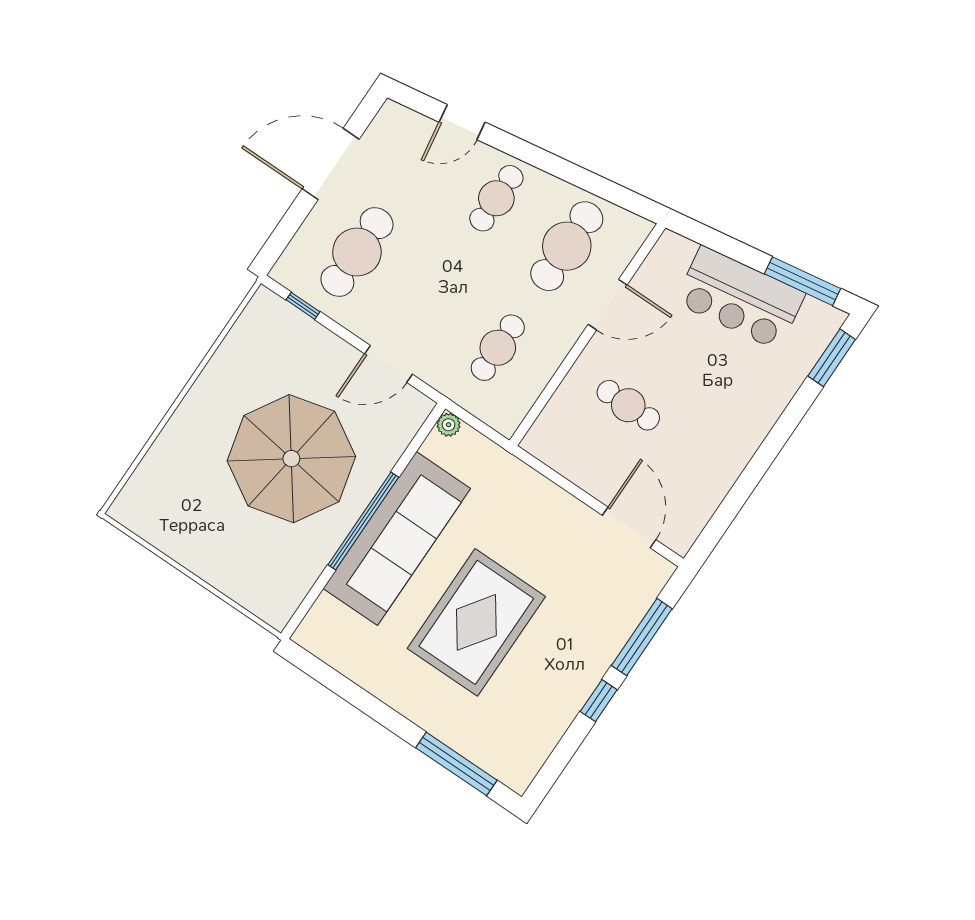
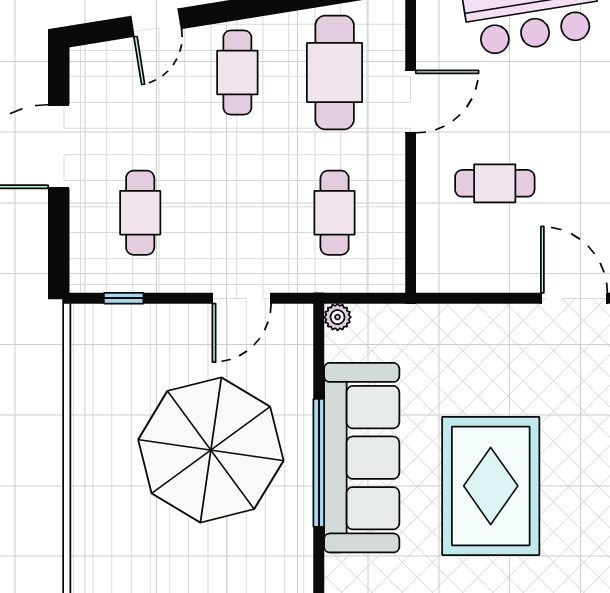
cafe table: (357, 252) -> (140, 213), width x0.73, depth x0.74

